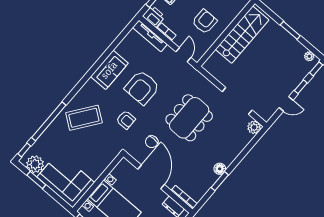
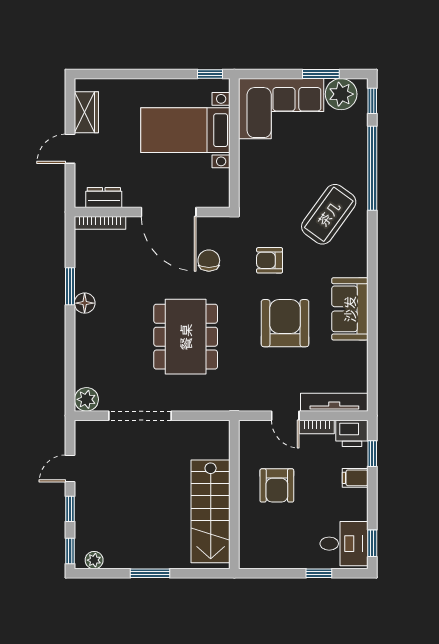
door: (183, 55) -> (285, 416), moved

